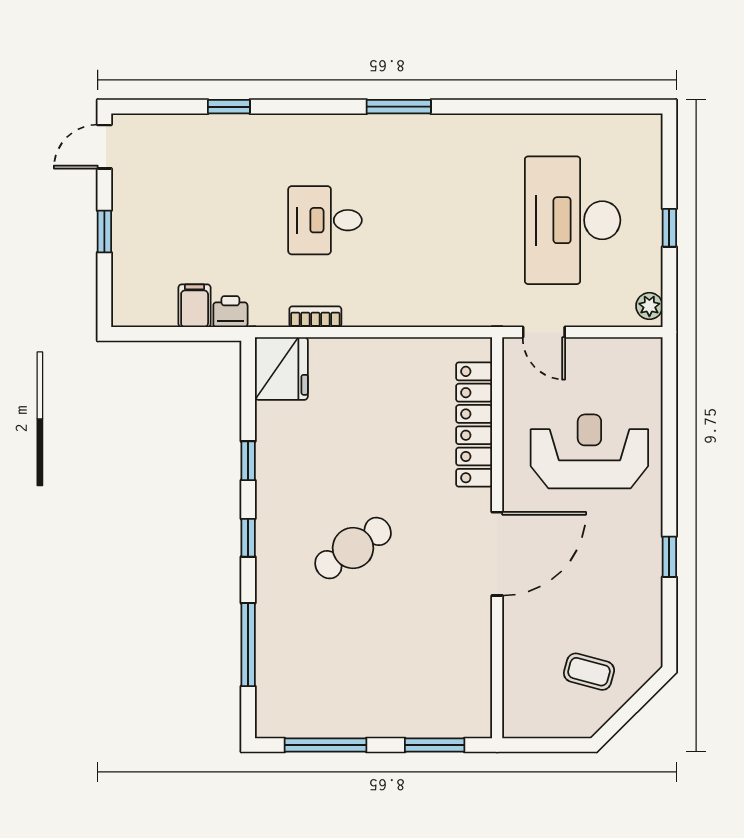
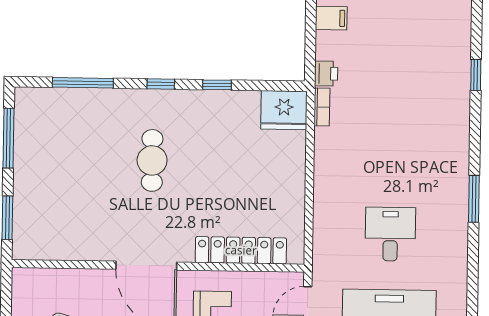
desk: (325, 220) -> (390, 234), moved
filing cabinet: (195, 306) -> (331, 18), moved
bookcase: (315, 317) -> (322, 107), moved
cafe table: (353, 548) -> (152, 160), turned 34

